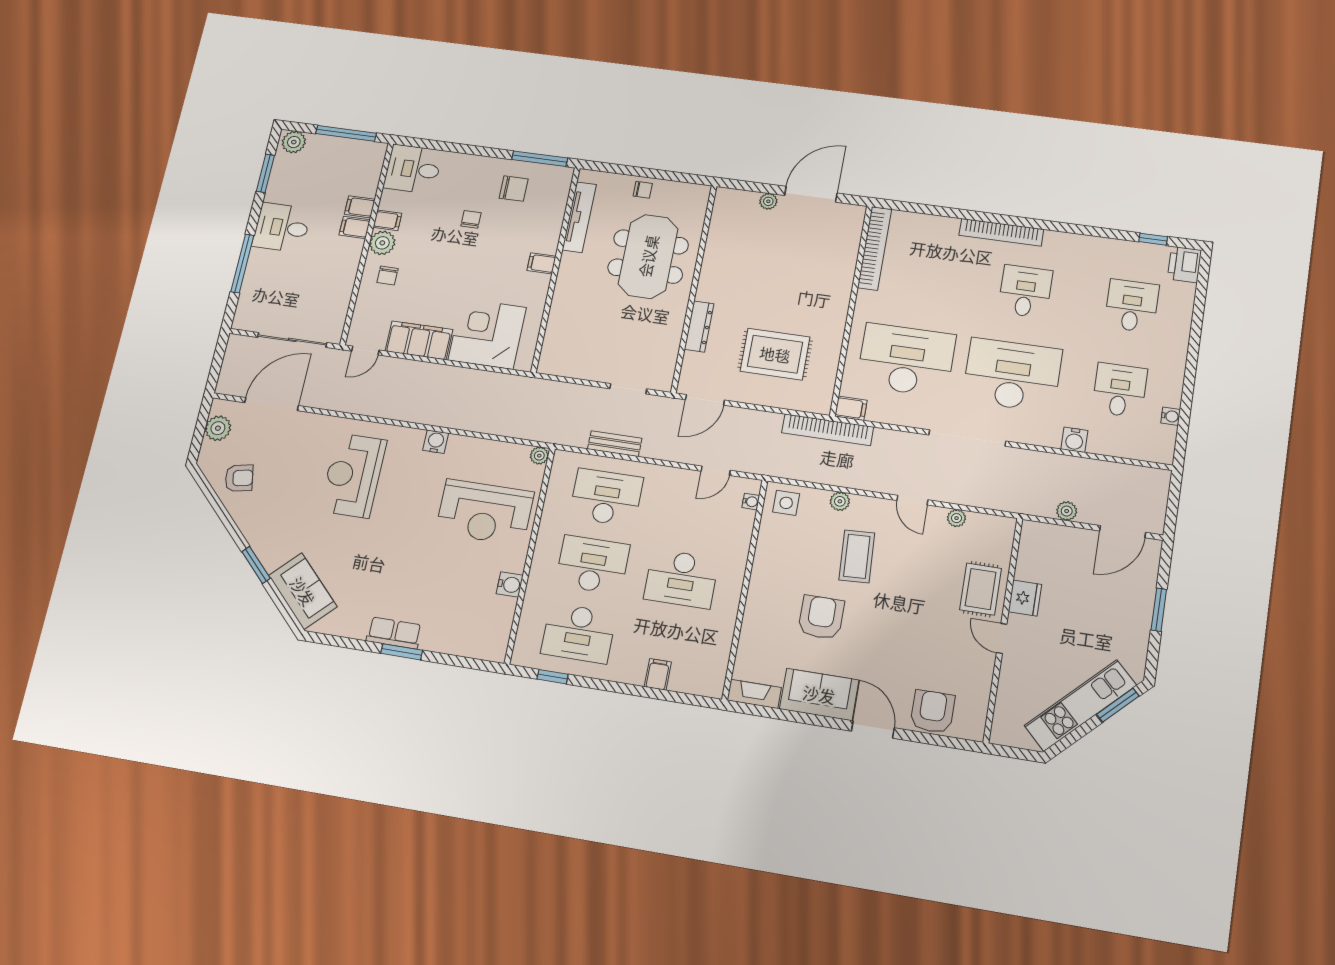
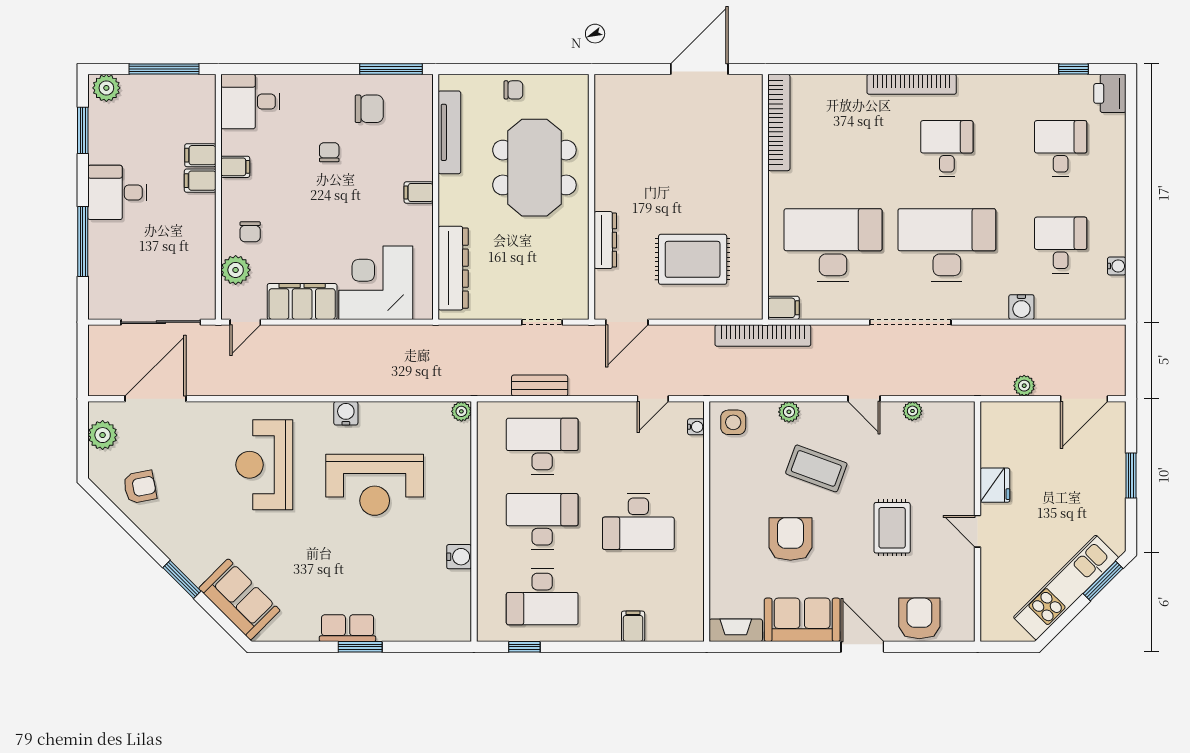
plant: (768, 201) -> (654, 84), removed
plant: (382, 243) -> (236, 270), moved
dresser: (558, 331) -> (453, 268), added
reception desk: (485, 512) -> (375, 485), moved
coffee table: (857, 556) -> (816, 468), turned -67
rug: (981, 589) -> (892, 528), moved

